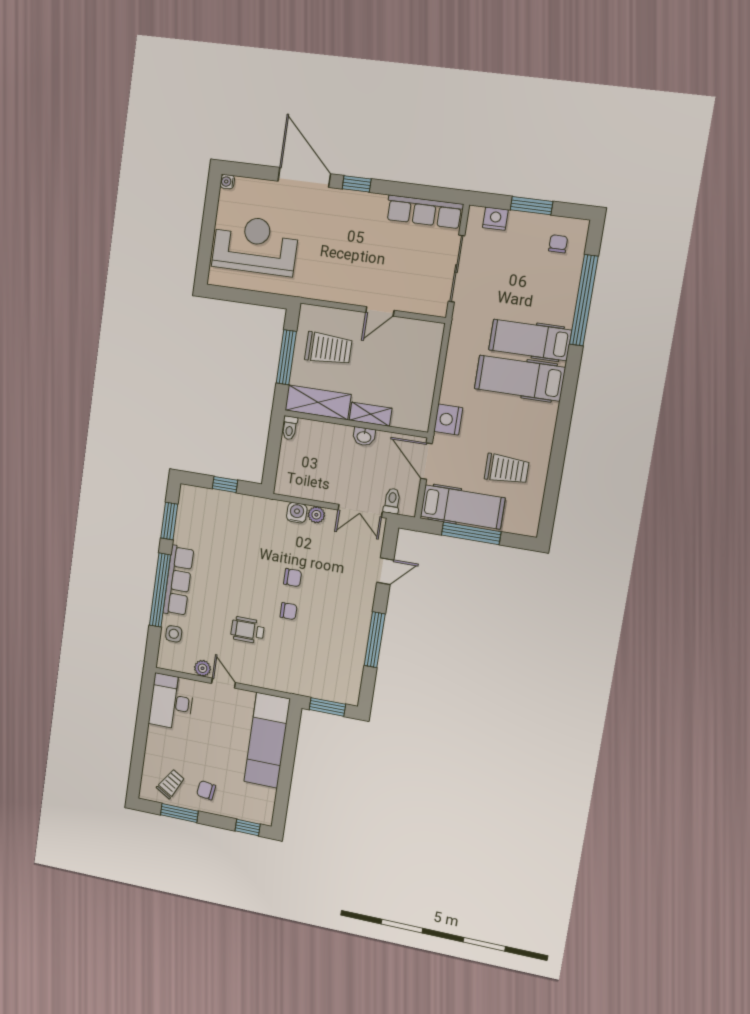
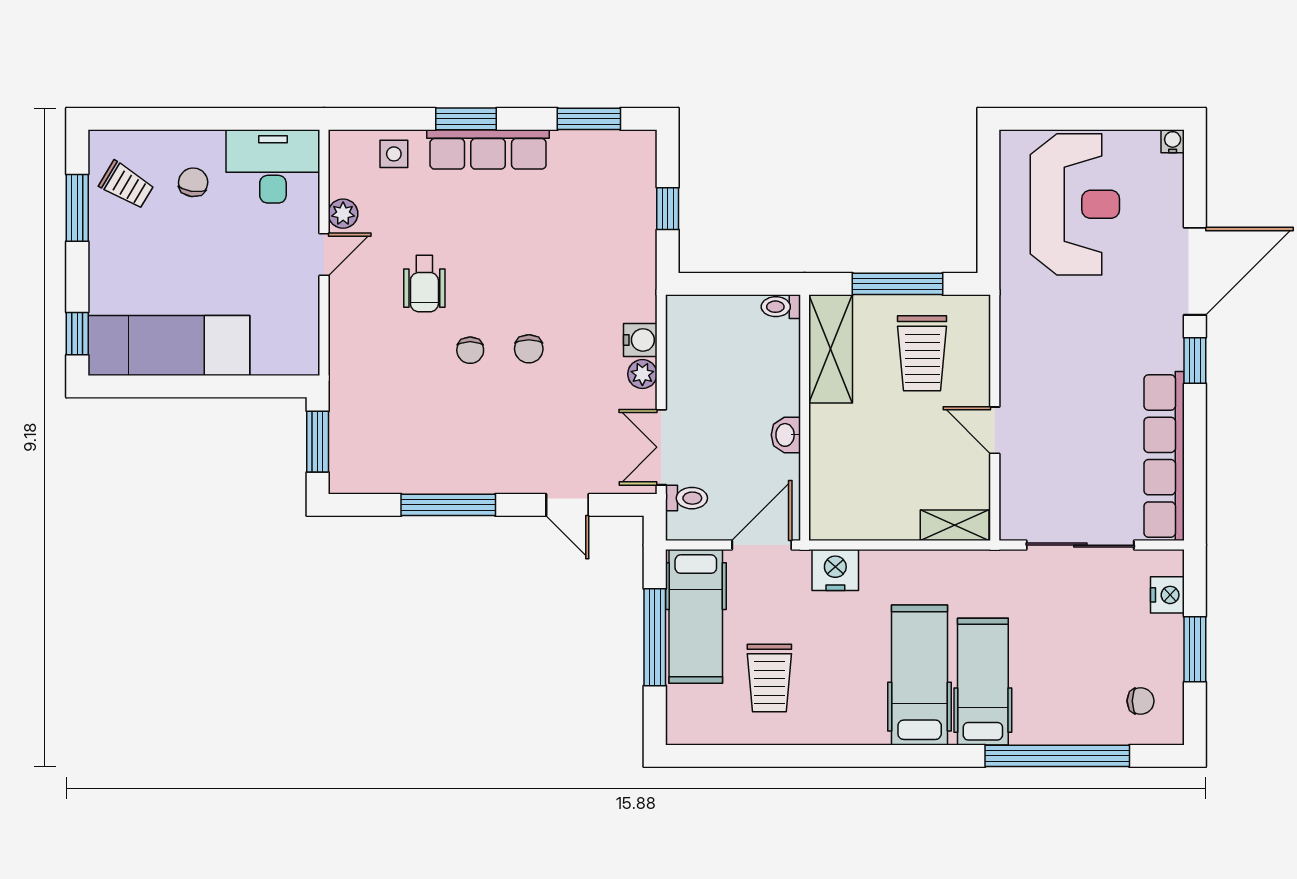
row of seats: (424, 212) -> (1164, 456), width x1.36
shelving: (371, 414) -> (955, 525), moved, turned 90
window: (160, 590) -> (466, 119), width x0.47
wheelchair: (248, 630) -> (424, 284), turned 180
exam couch: (267, 740) -> (169, 345), moved
chair: (206, 790) -> (193, 182), moved

